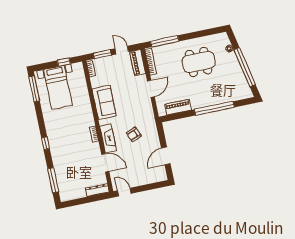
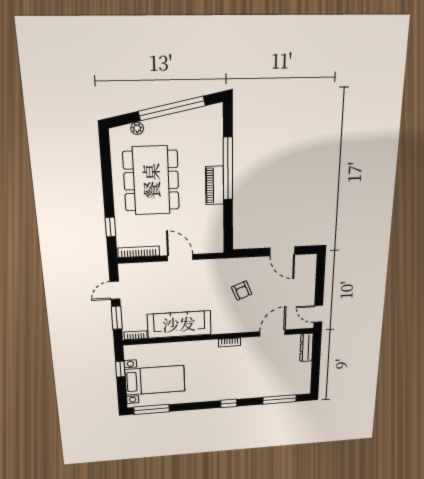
window: (165, 41) -> (110, 227), width x0.46
dining table: (199, 62) -> (151, 181), width x1.36, depth x1.24
piano: (138, 63) -> (137, 271), removed
sofa: (104, 102) -> (179, 324), width x1.36
piano: (178, 107) -> (215, 185), moved
fireplace: (108, 139) -> (240, 325), removed
door: (124, 192) -> (318, 314), hinge flipped

